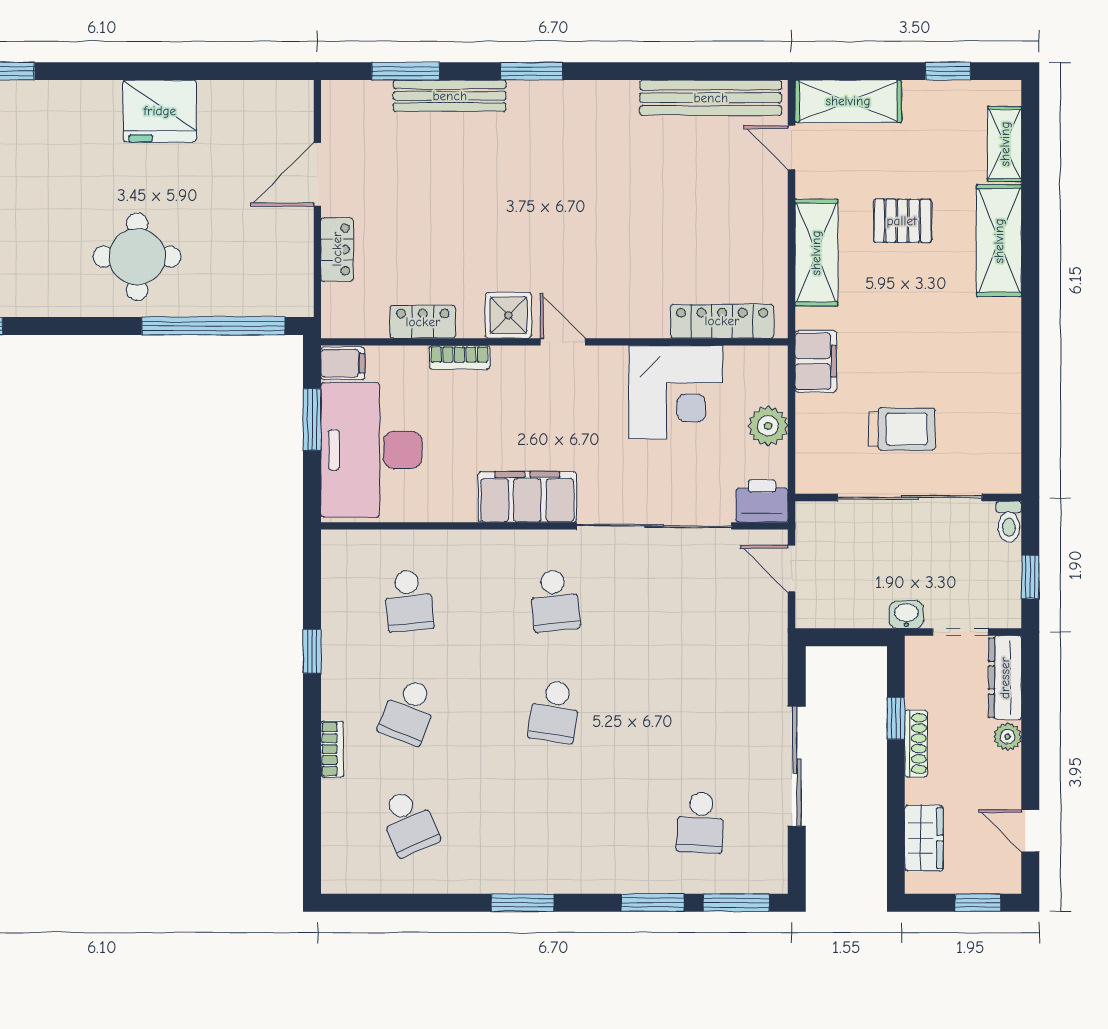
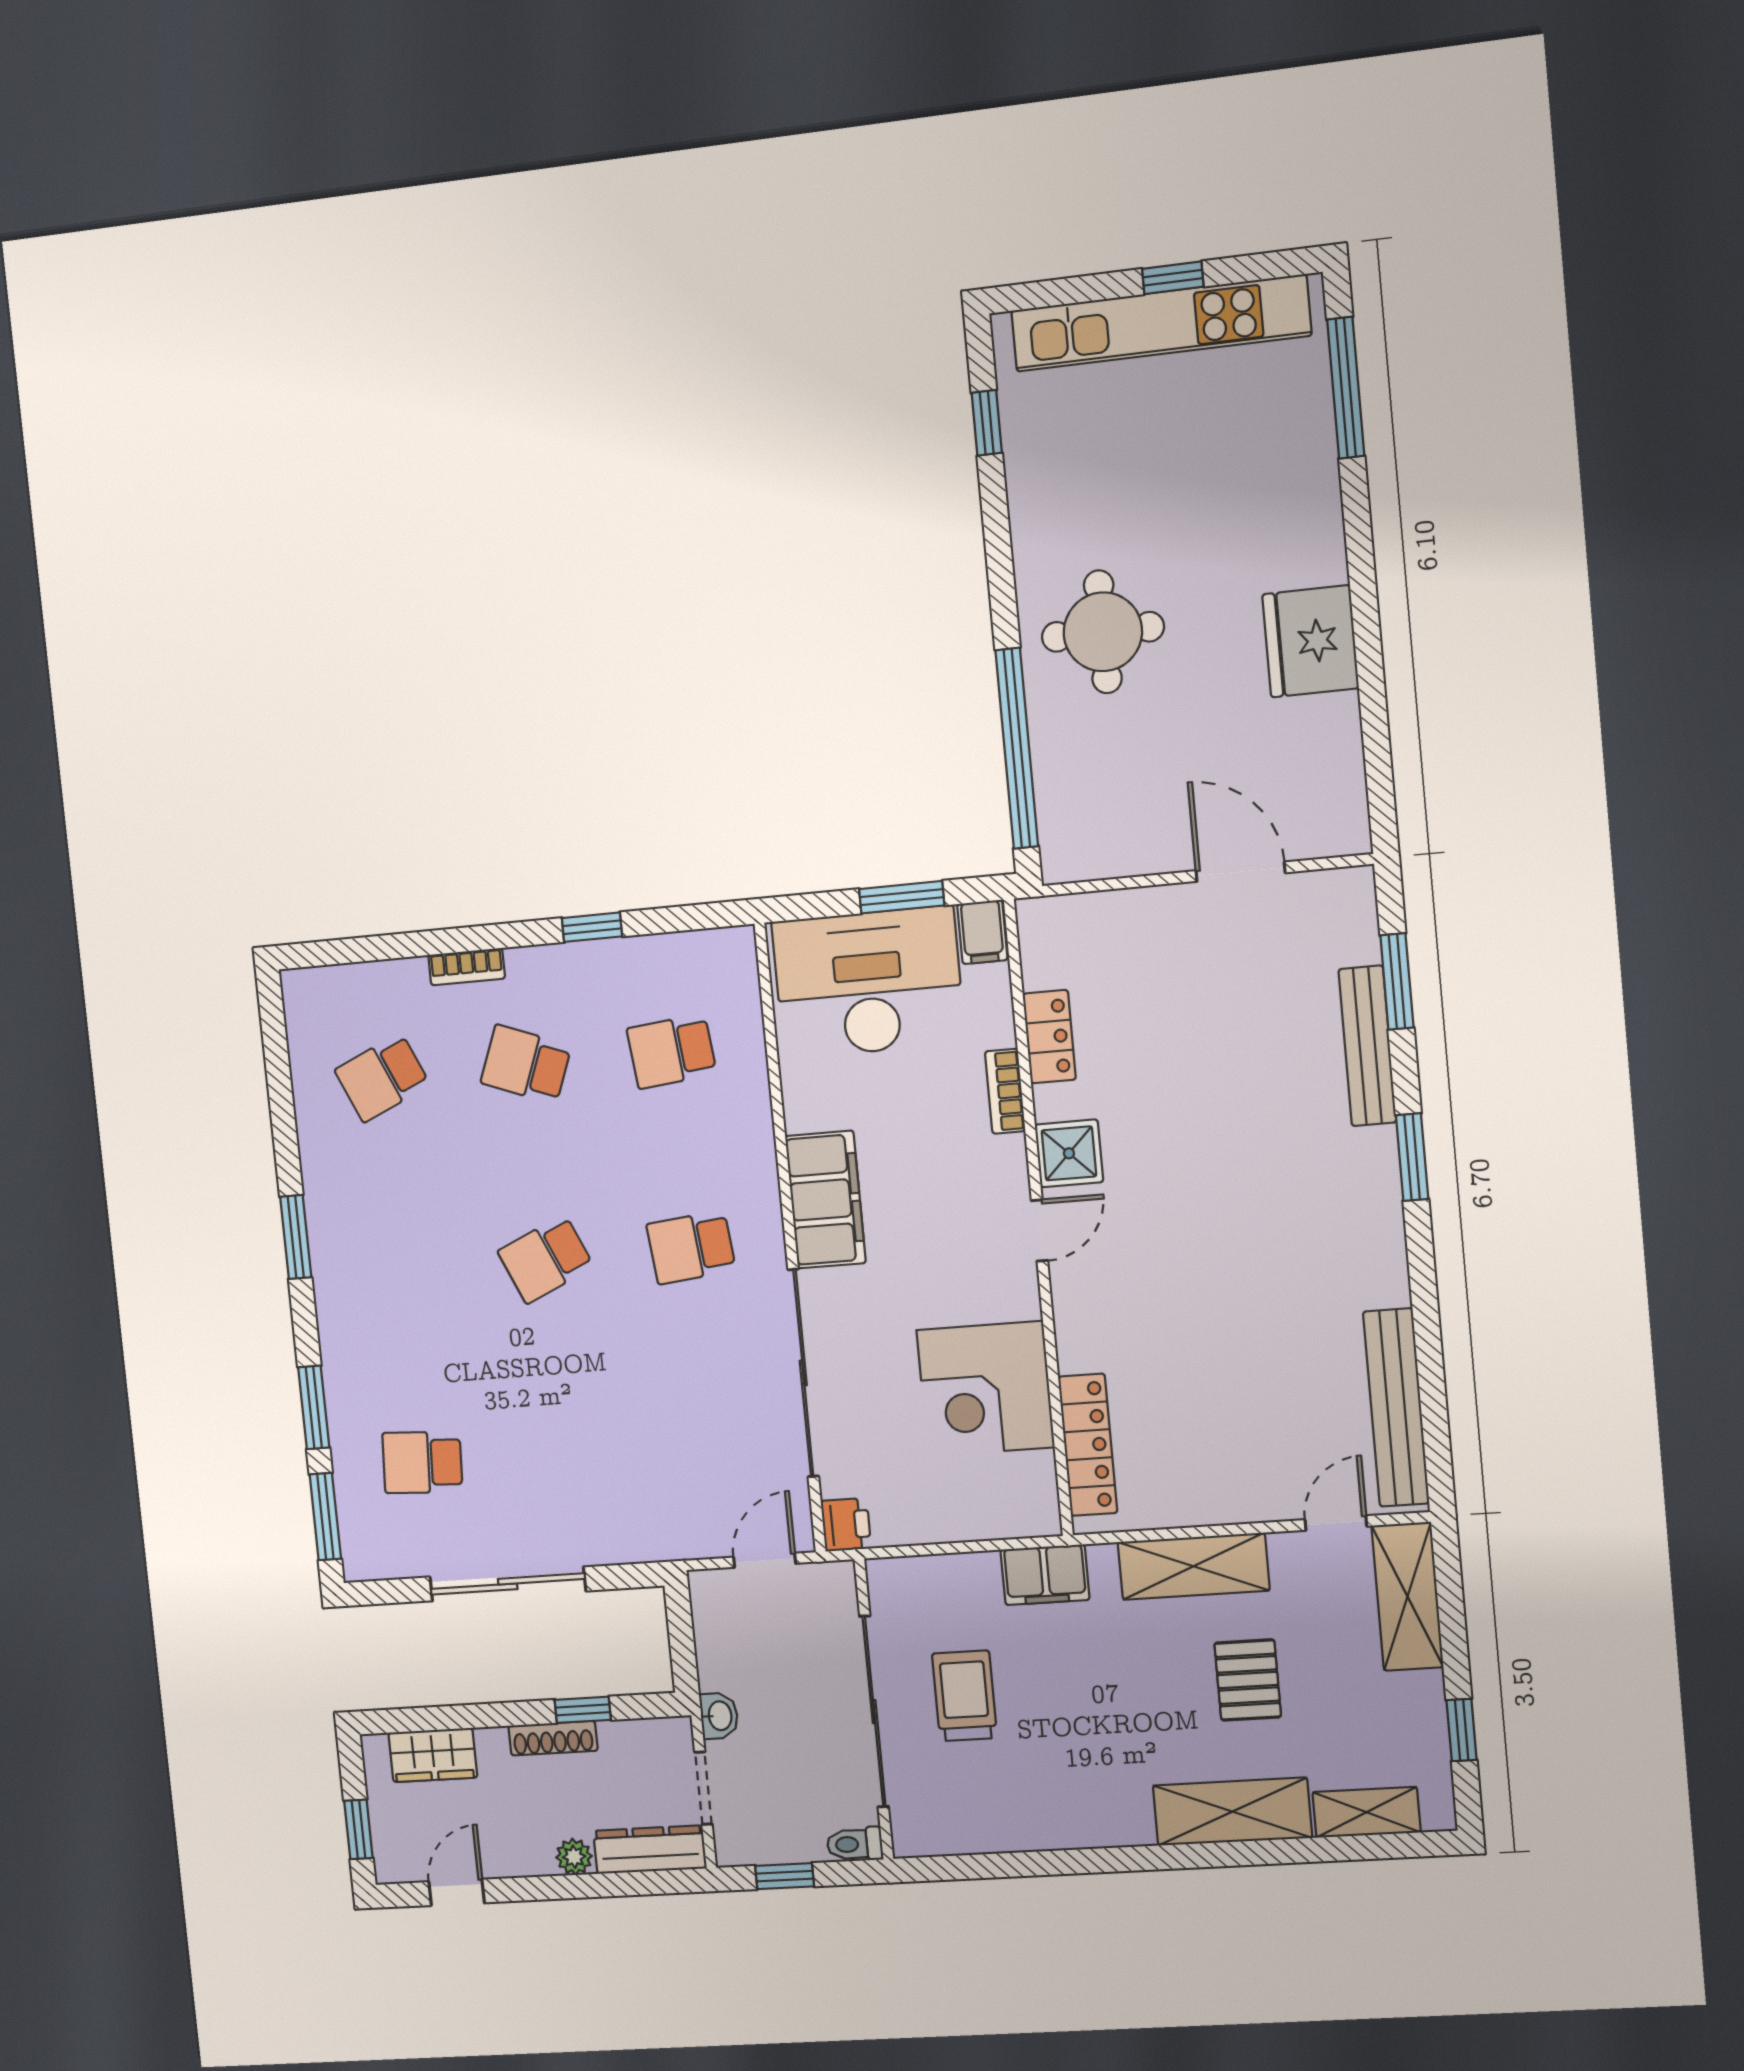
locker: (337, 249) -> (1138, 909), removed
plant: (768, 426) -> (952, 1516), removed
trolley: (902, 429) -> (965, 1696), turned 180
printer: (762, 501) -> (846, 1525), width x0.73, depth x0.81
school desk: (554, 712) -> (546, 1259), turned -33

